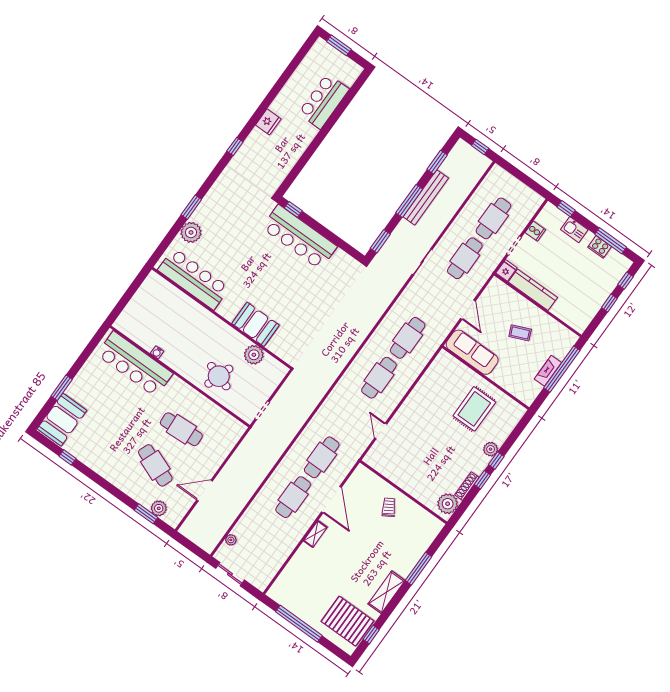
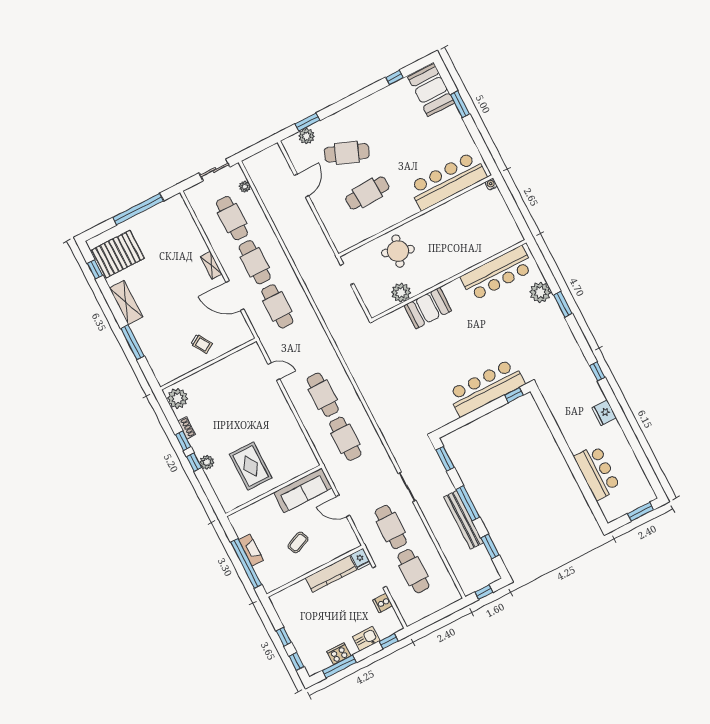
water cooler: (157, 352) -> (491, 184), moved
shoe rack: (467, 486) -> (187, 428), width x0.70
cafe table: (264, 537) -> (232, 218), added

